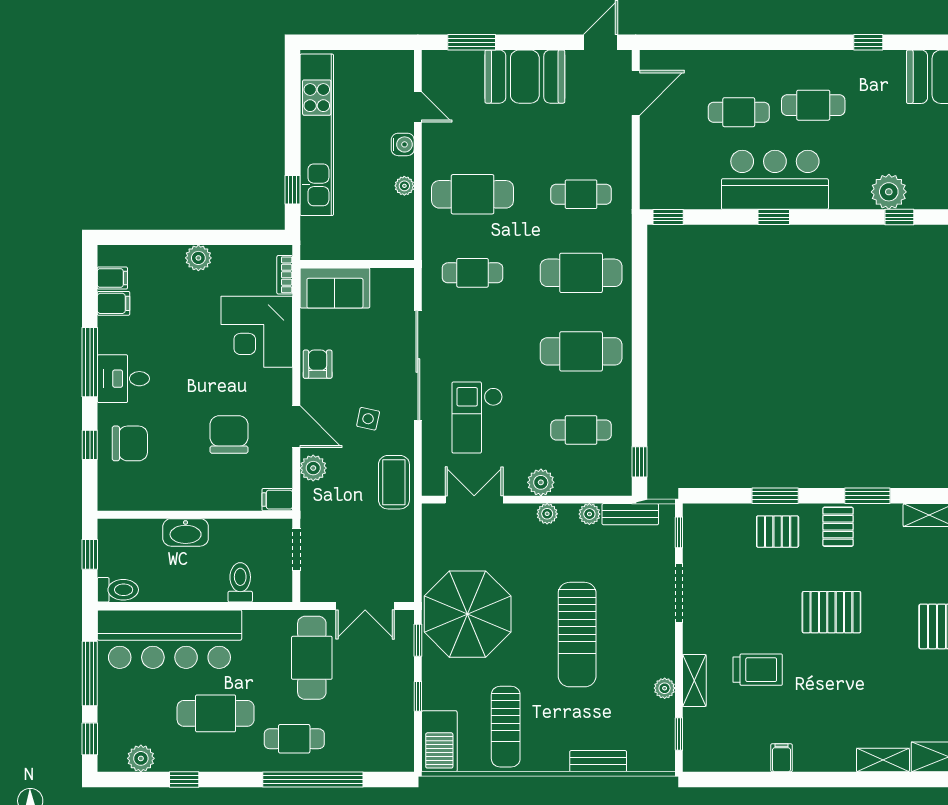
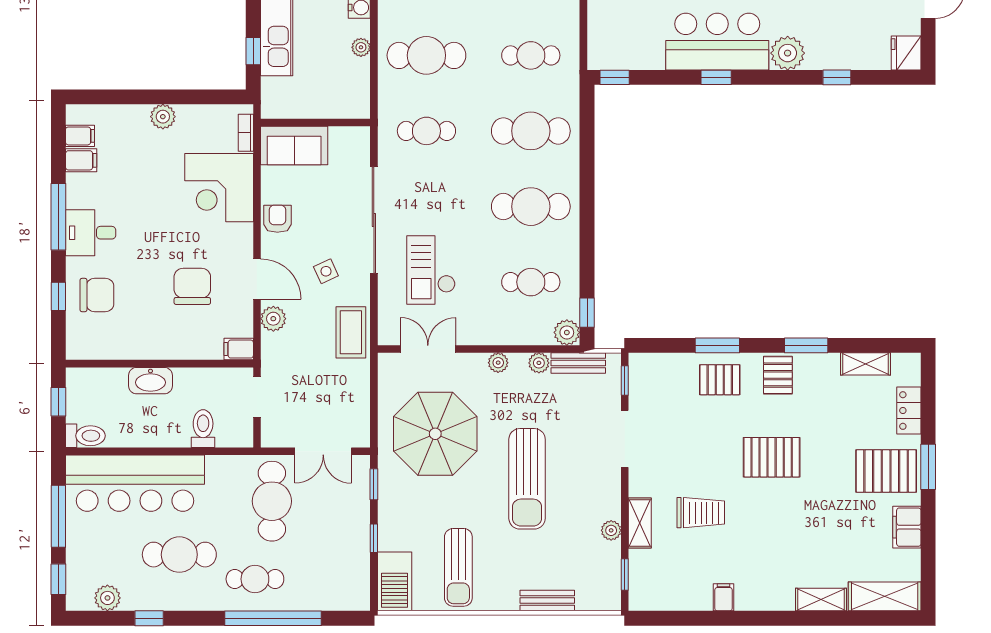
plant: (889, 192) -> (788, 53), moved
side table: (368, 419) -> (326, 271), turned -37
plant: (541, 482) -> (567, 332), moved
parasol: (468, 614) -> (435, 434), moved

